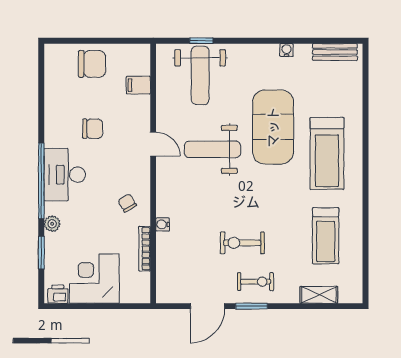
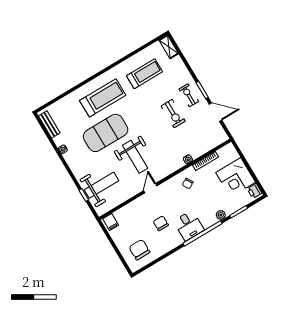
chair: (92, 64) -> (139, 250), moved
filing cabinet: (138, 85) -> (111, 222), moved
desk: (65, 175) -> (189, 226), width x0.73
shelving: (319, 295) -> (169, 47), moved

